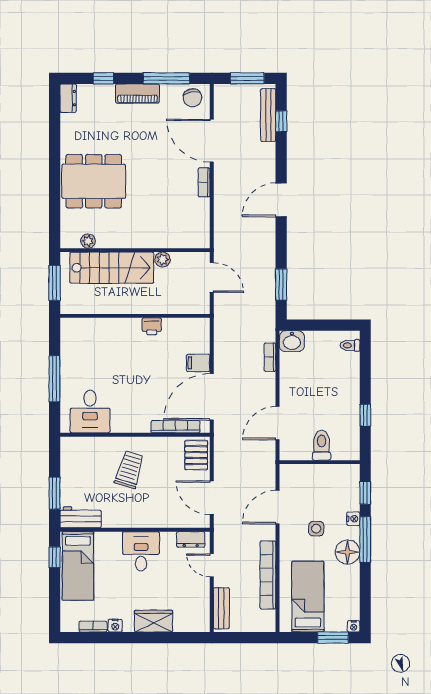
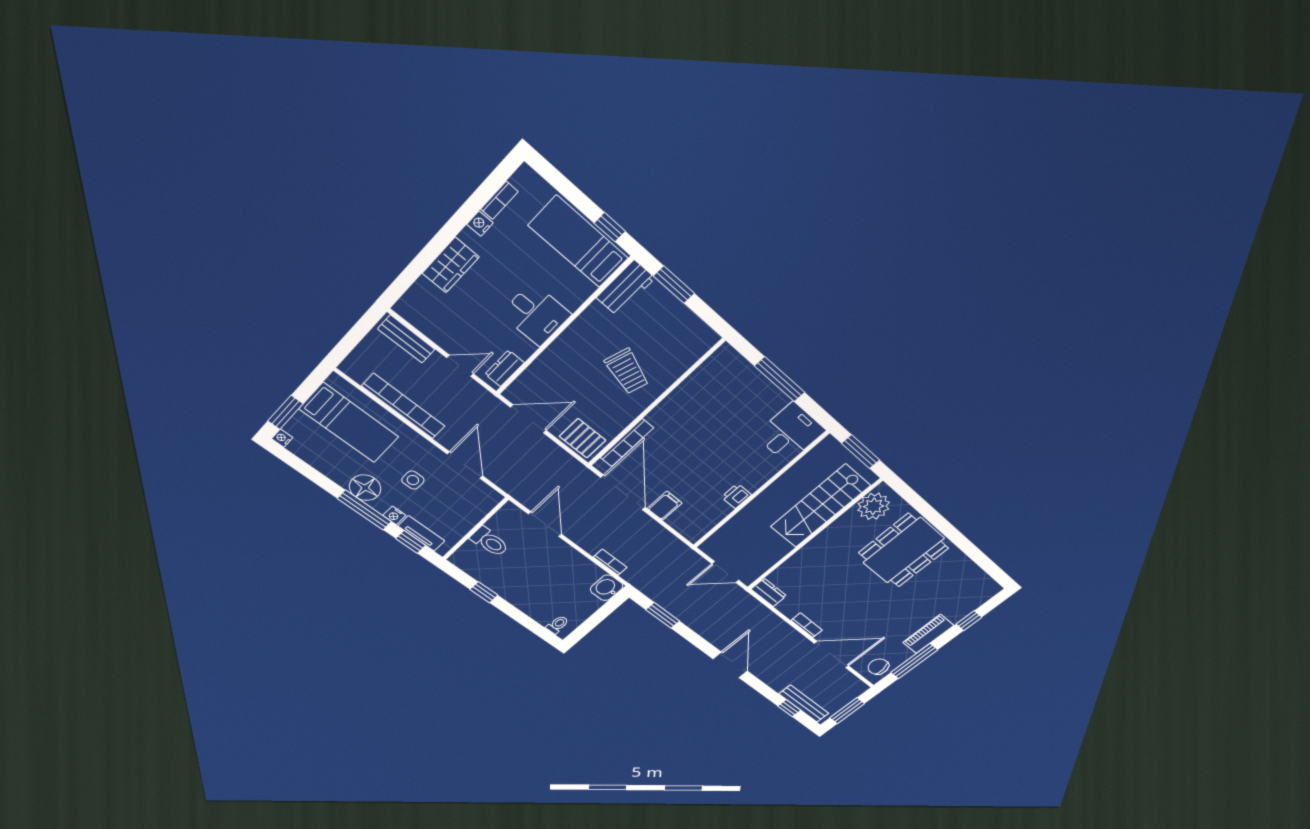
dresser: (68, 98) -> (769, 593), moved, turned 180
plant: (88, 241) -> (874, 506), width x1.88, depth x1.88
plant: (163, 260) -> (782, 549), removed
desk: (90, 411) -> (790, 433), moved, turned 90
tv unit: (353, 492) -> (421, 533), added

